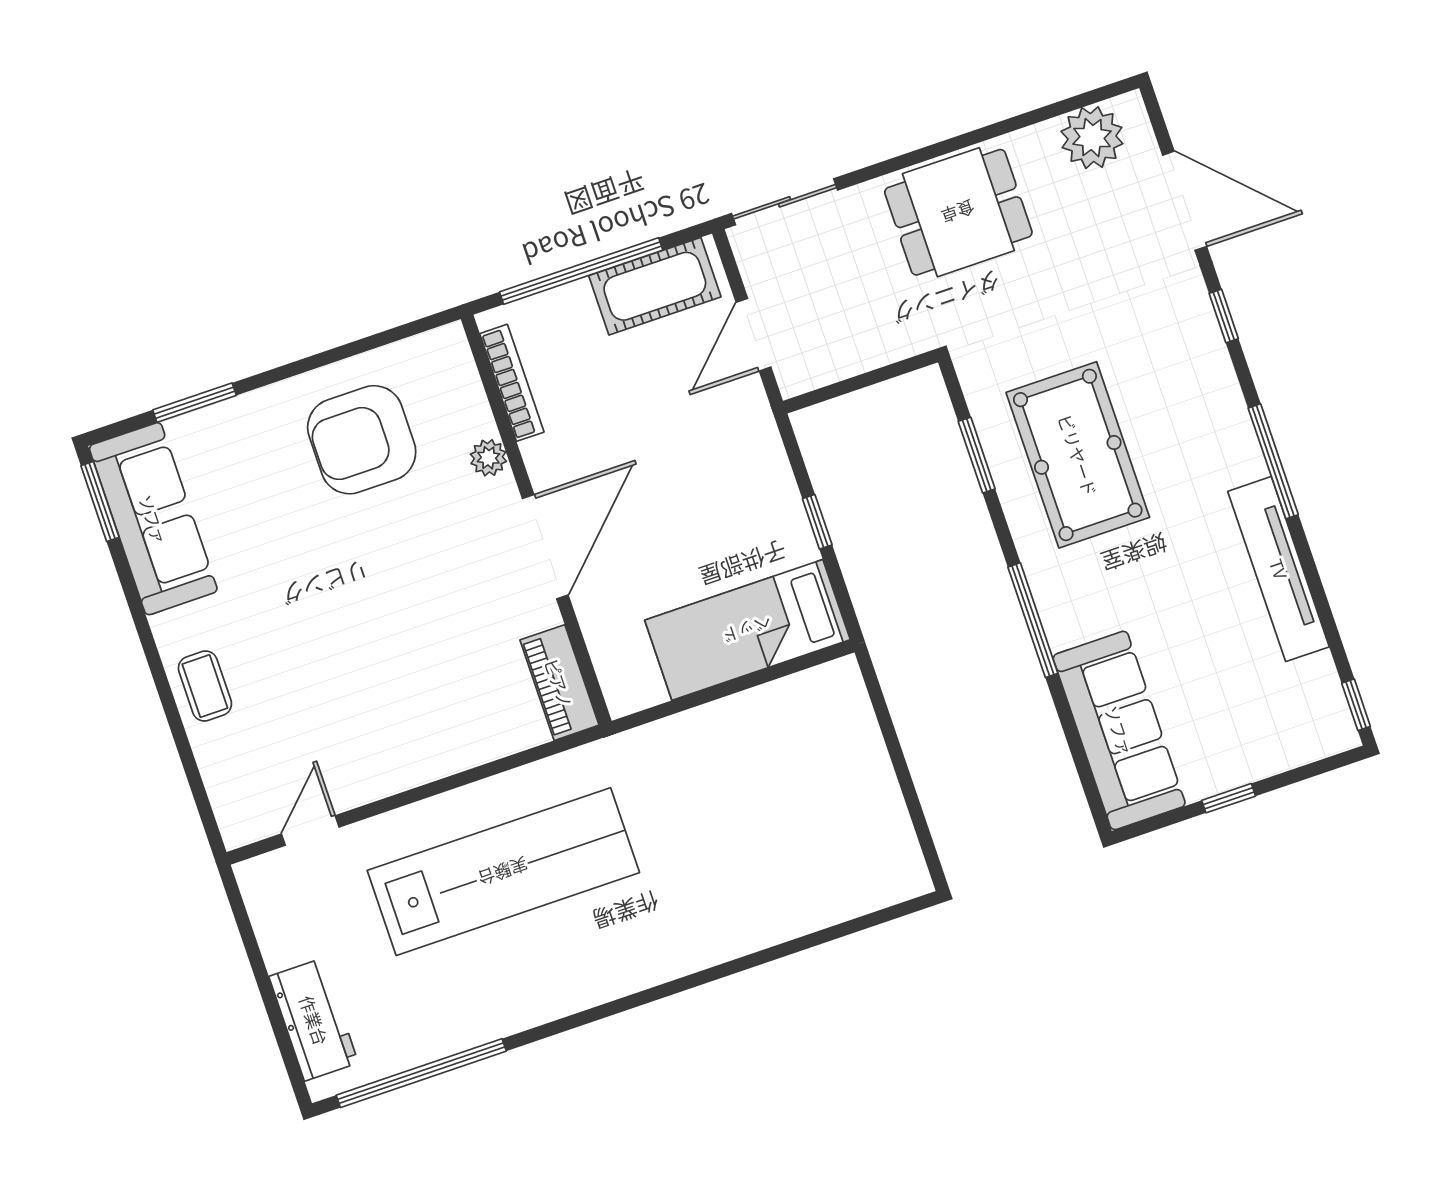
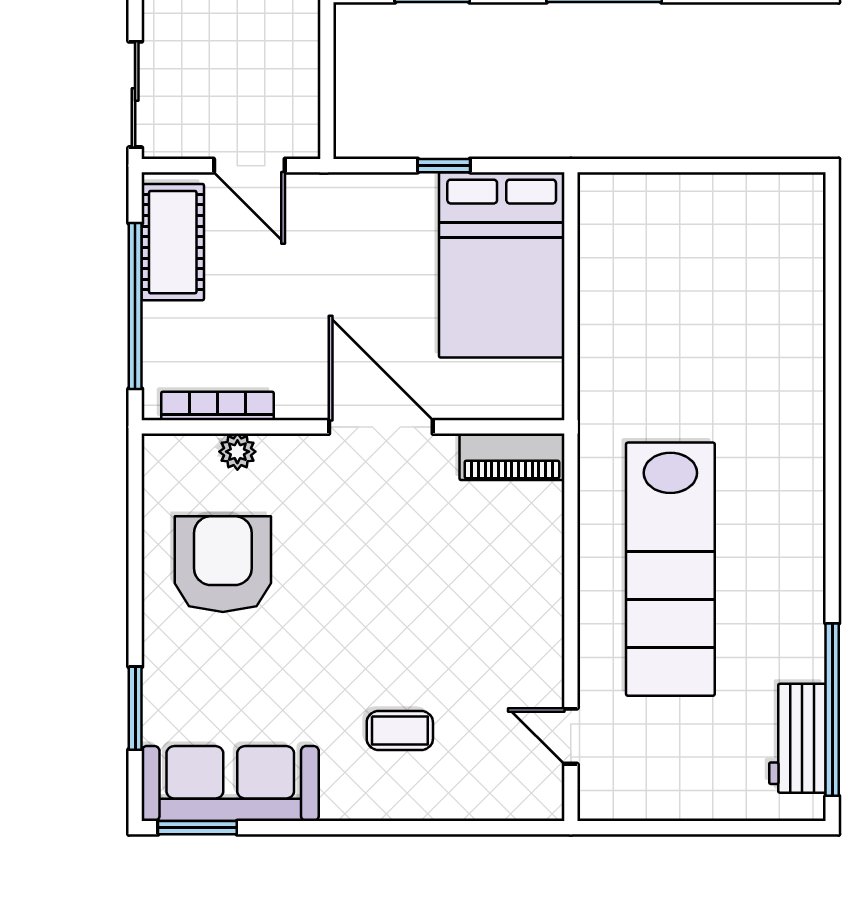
armchair: (362, 440) -> (223, 564), turned 180
plant: (488, 458) -> (237, 452), moved
bed: (747, 630) -> (502, 265), width x1.50
coffee table: (205, 686) -> (400, 730), moved
lab bench: (503, 872) -> (670, 569), turned 180
workbench: (314, 1020) -> (797, 738), moved, turned -90

